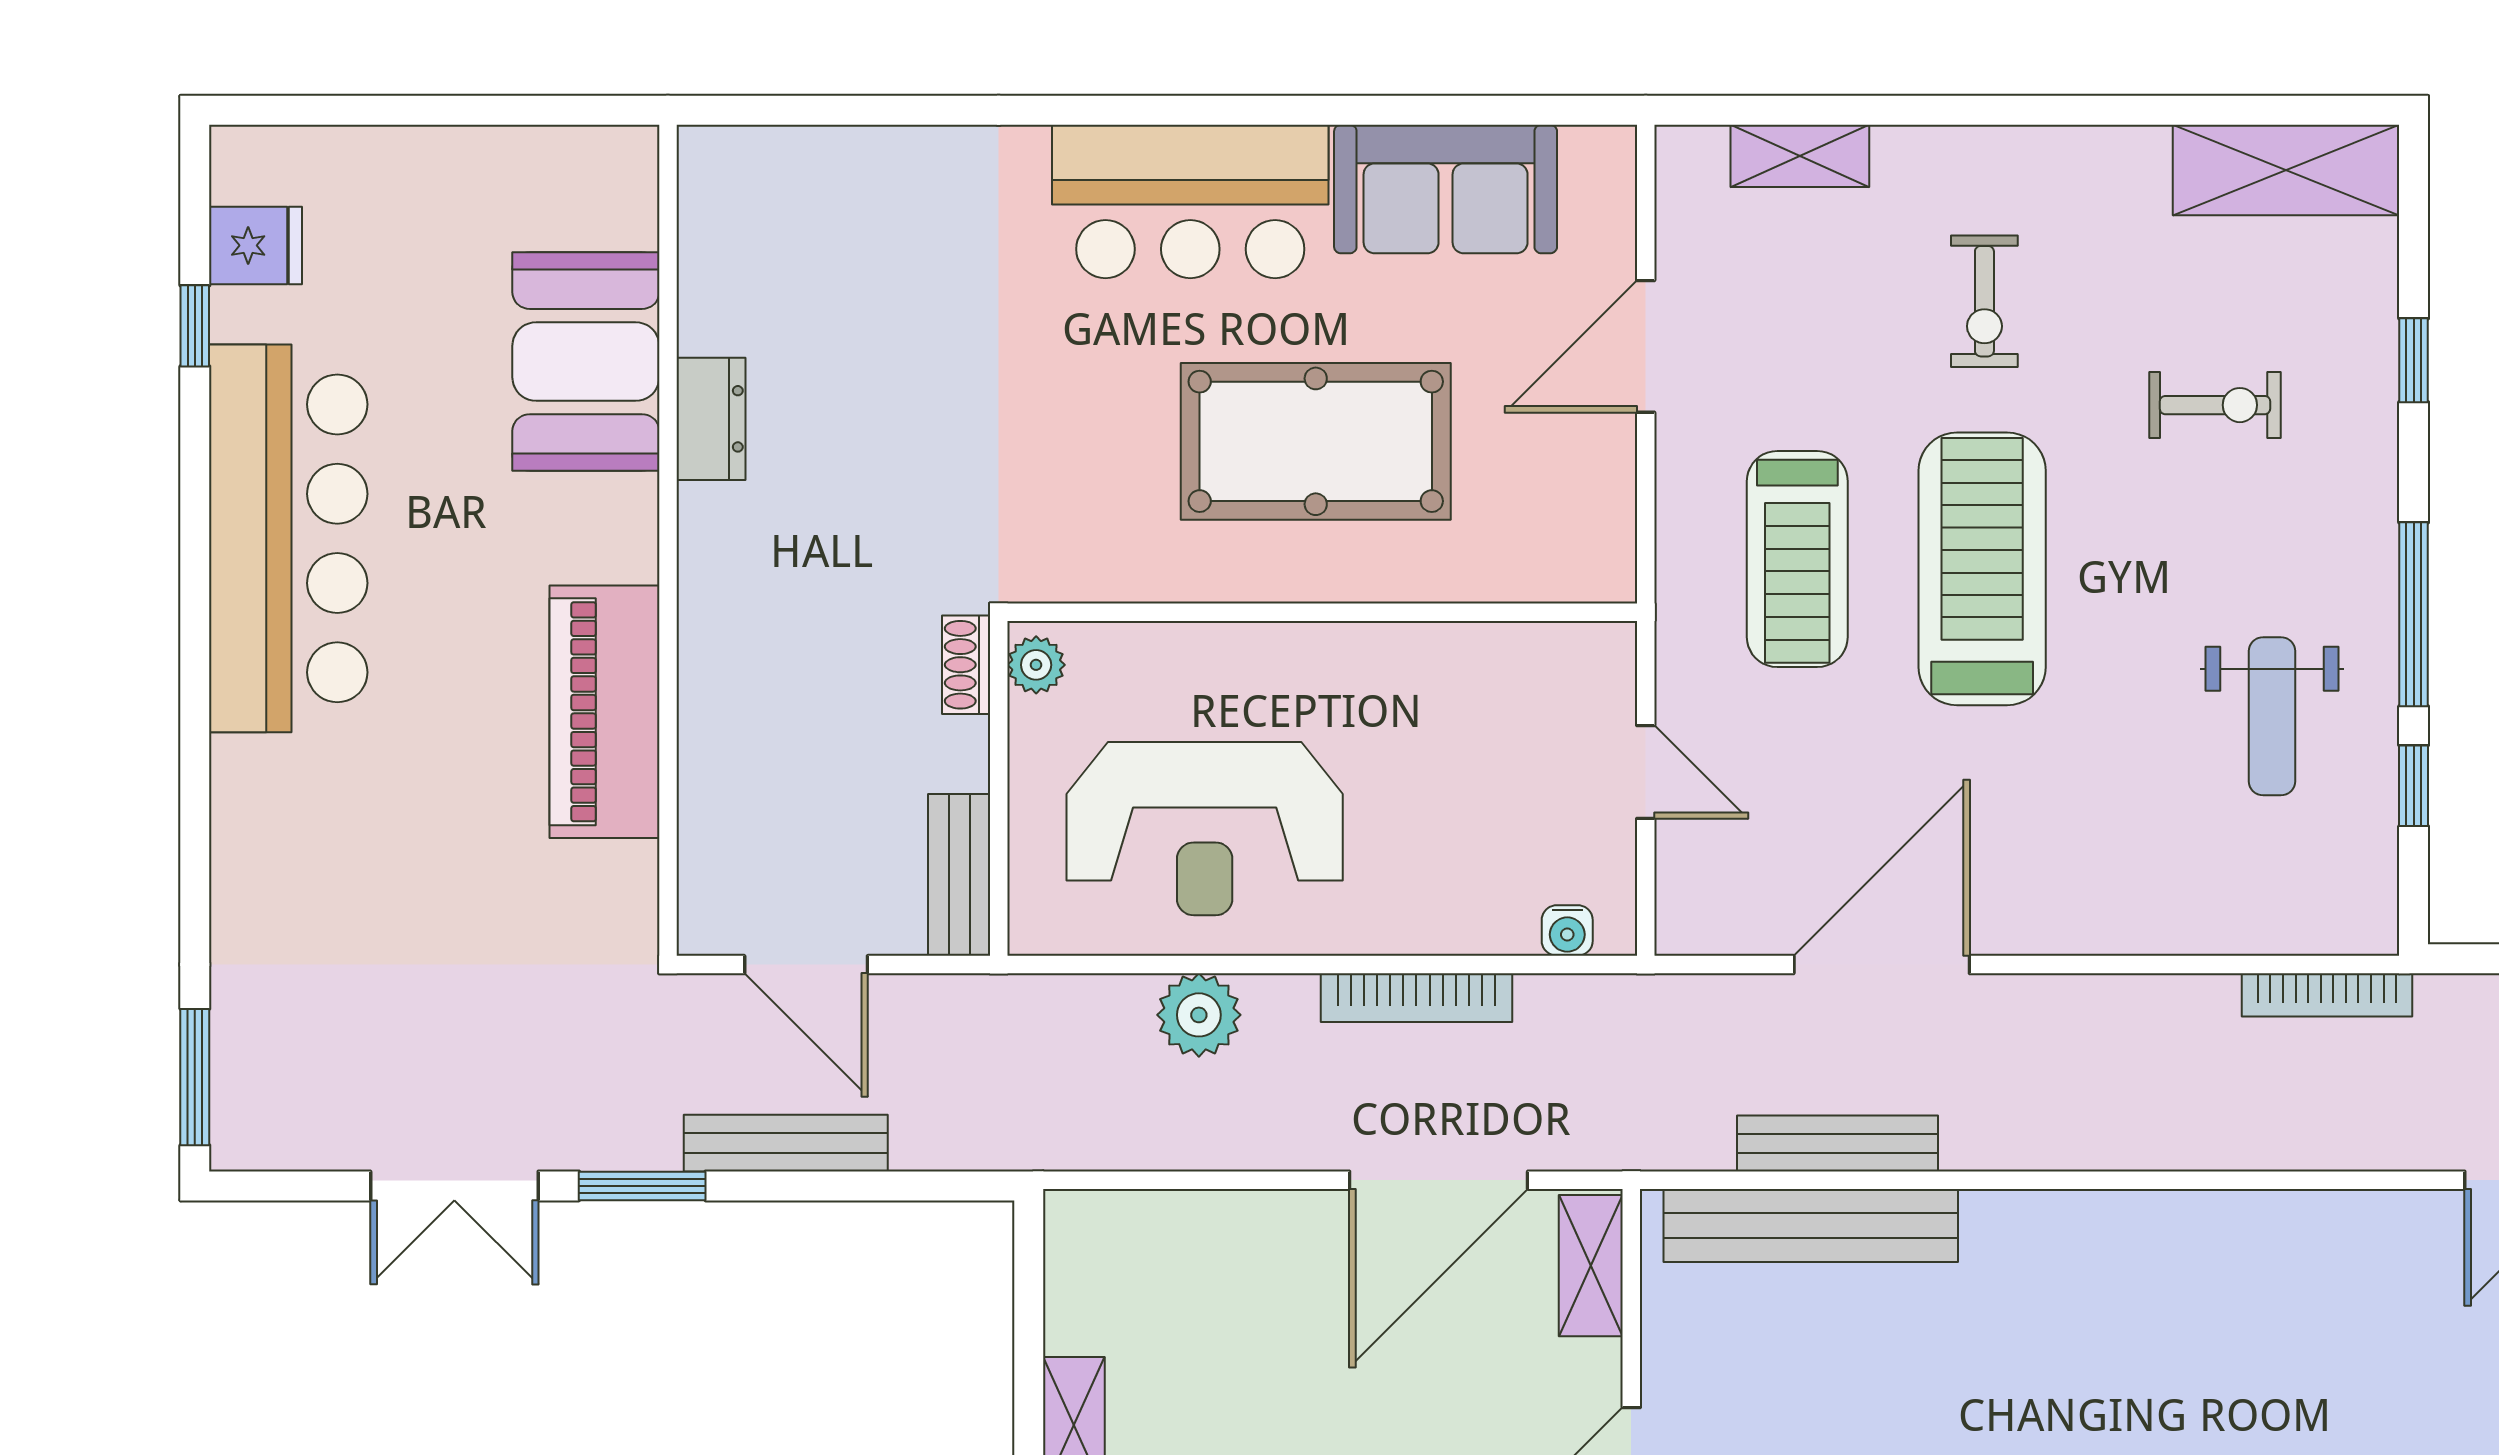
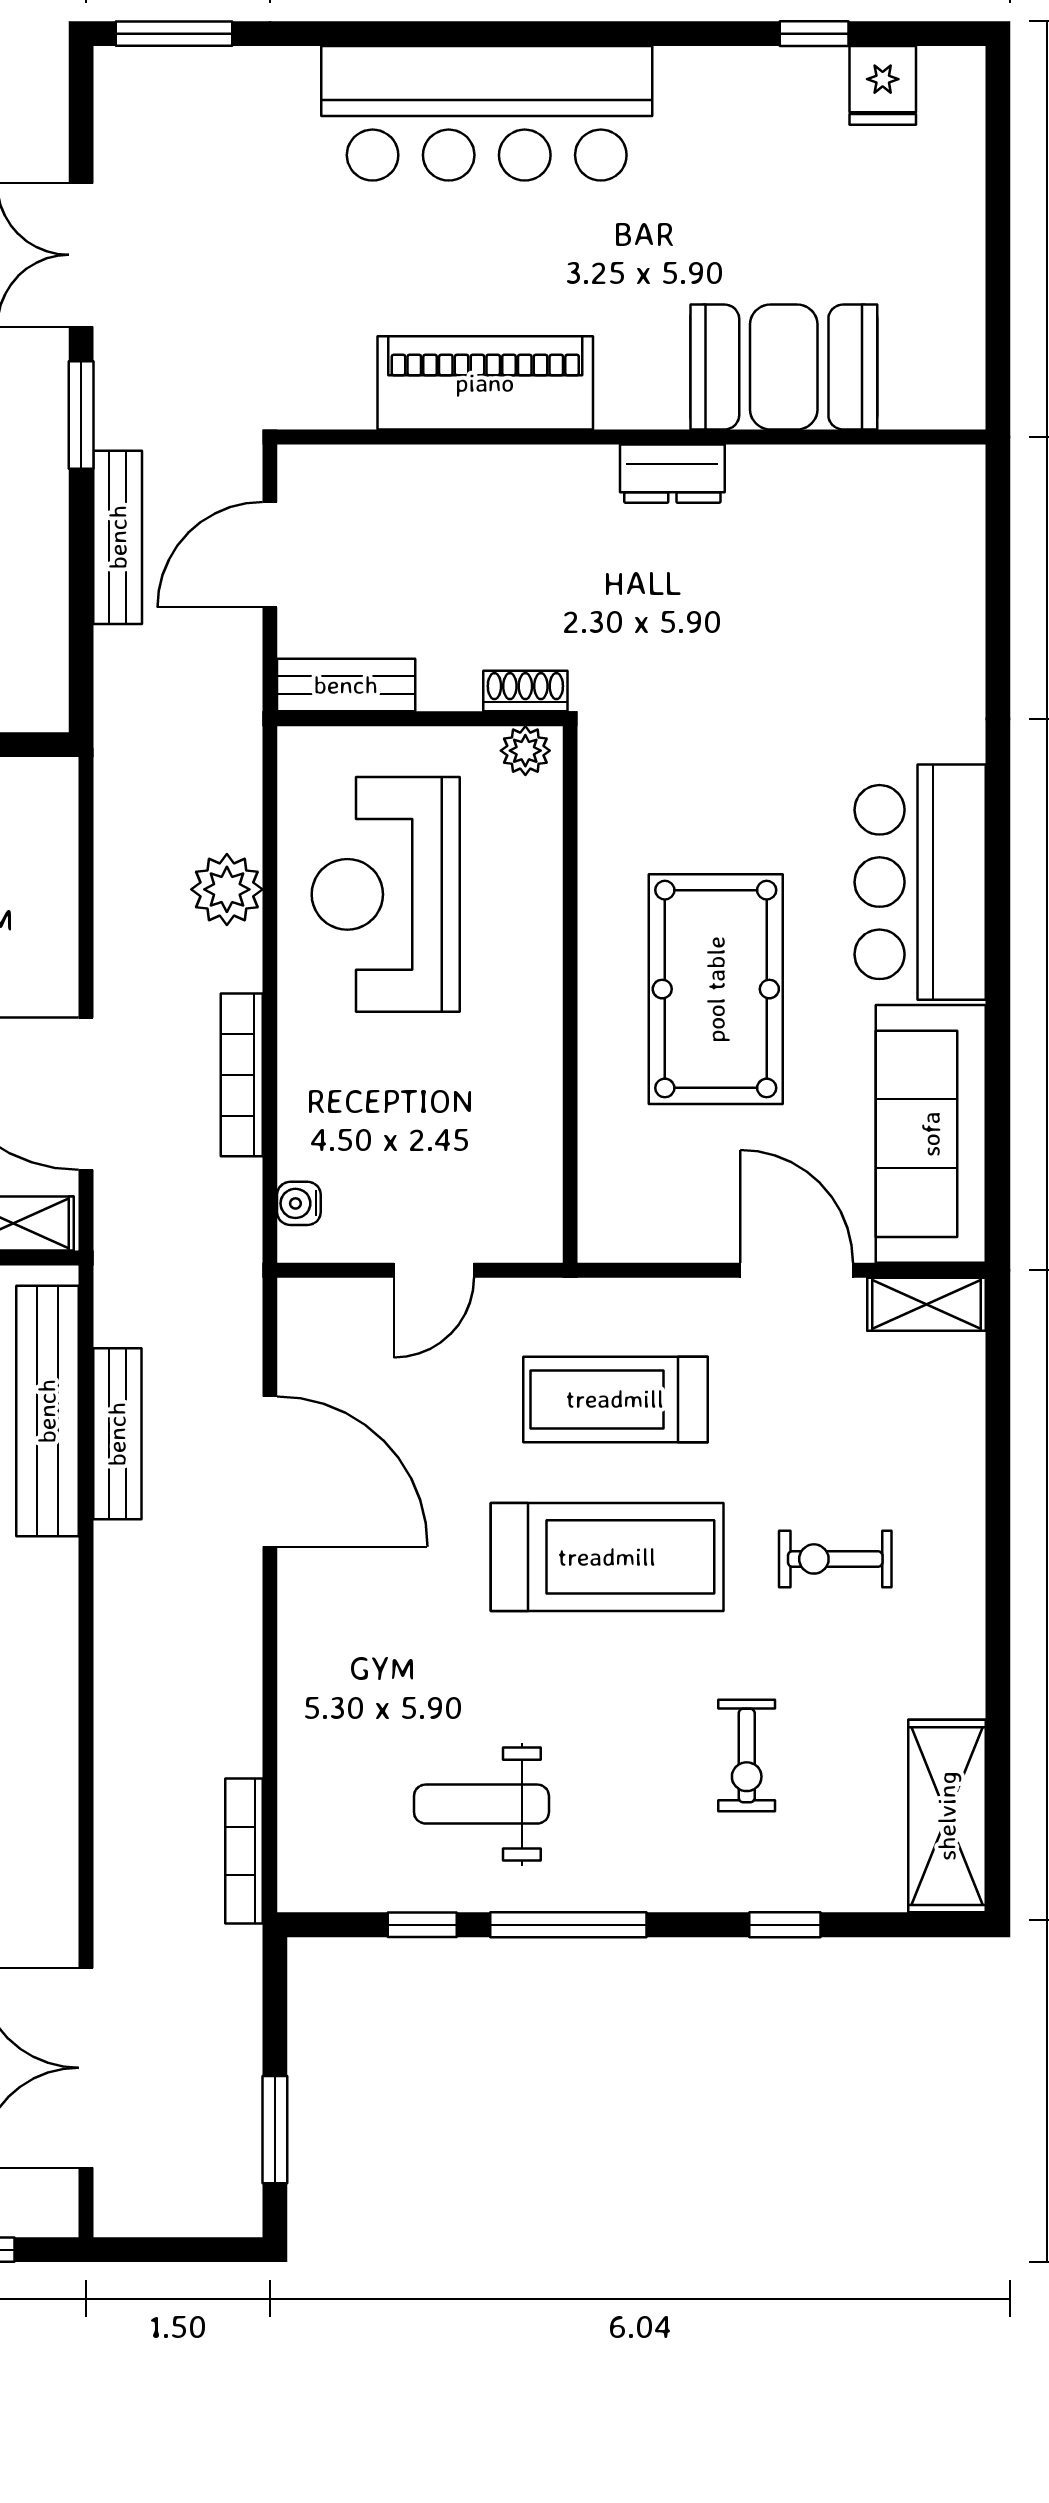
shelving: (1800, 156) -> (927, 1304), moved, turned 90
sofa: (1446, 189) -> (931, 1134), width x1.36
dresser: (711, 419) -> (672, 474), moved
bar counter: (288, 538) -> (487, 113), moved

